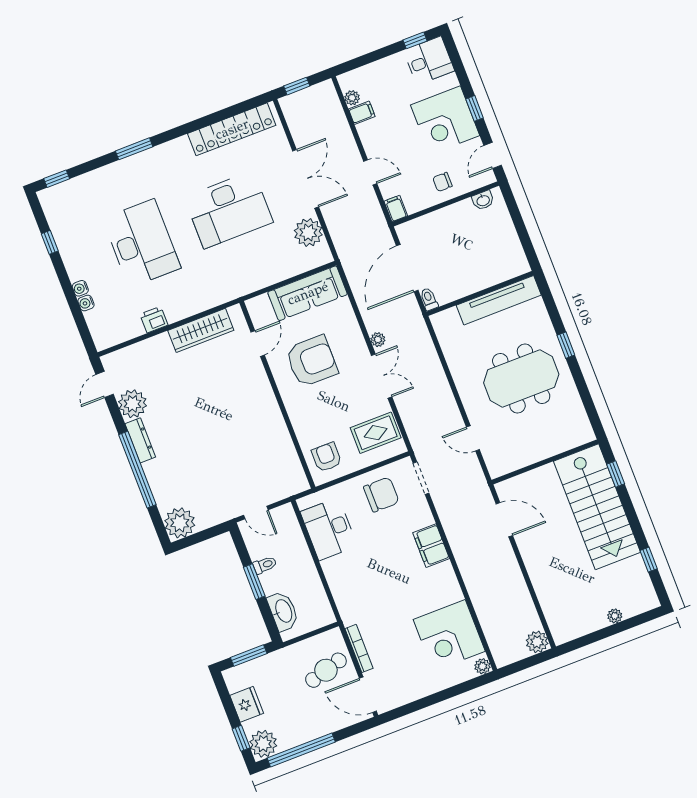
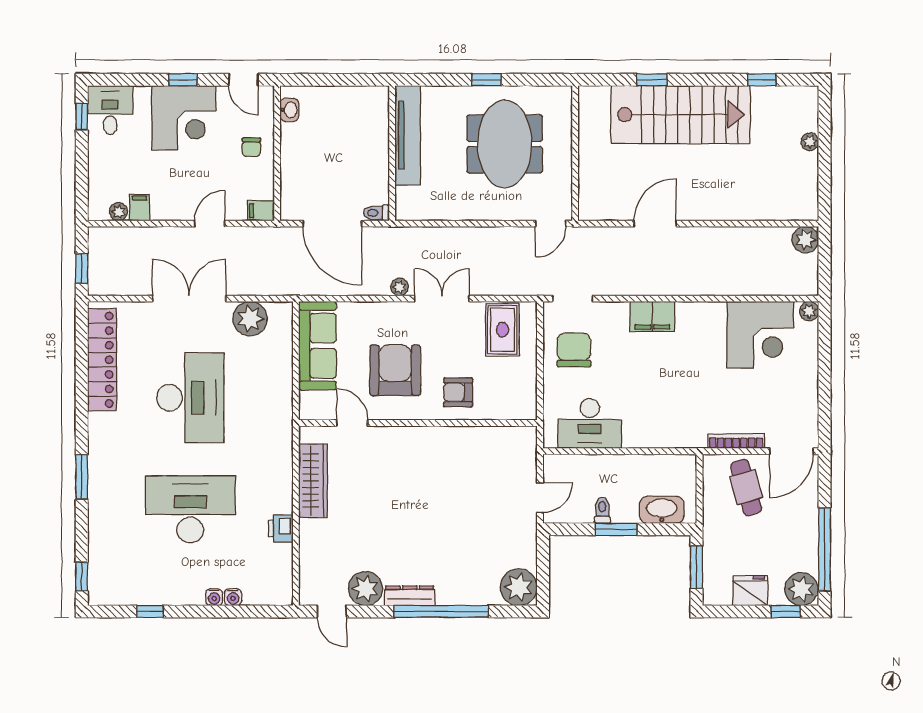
armchair: (327, 457) -> (458, 392), moved
wall: (545, 462) -> (575, 153), moved

